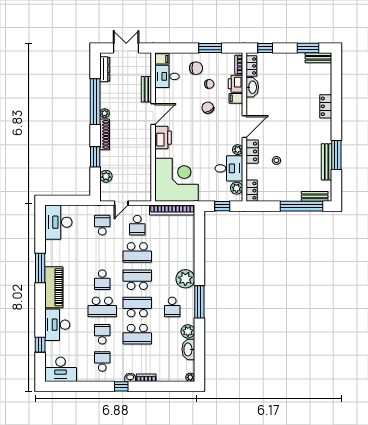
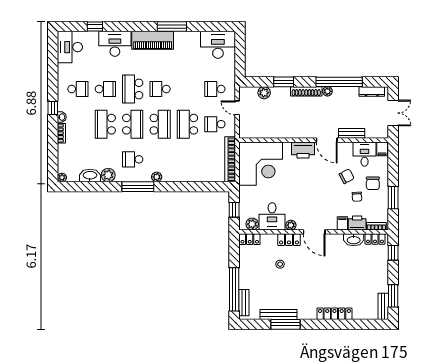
locker: (326, 106) -> (334, 314), width x1.53
chair: (208, 108) -> (347, 176), moved
school desk: (102, 225) -> (215, 89), turned 180
plant: (185, 279) -> (157, 177), width x0.53, depth x0.53

